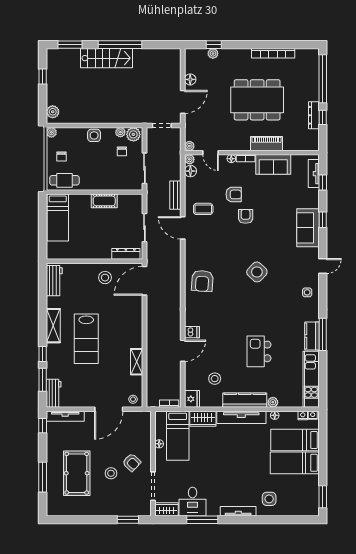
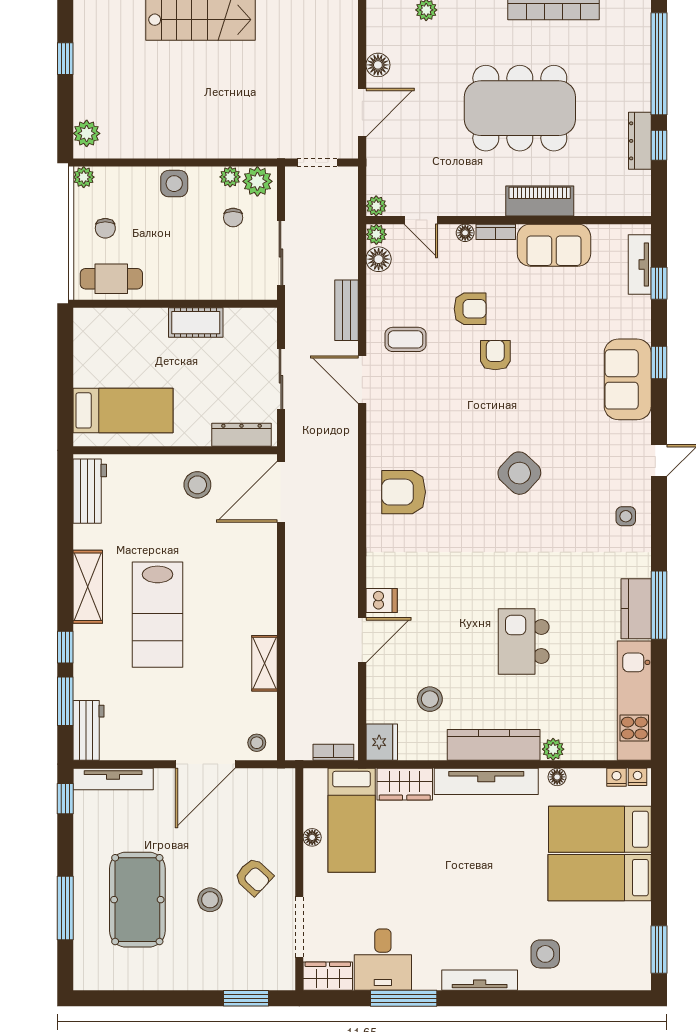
bed: (58, 218) -> (123, 410), moved, turned -90
armchair: (202, 281) -> (404, 492), turned 86

